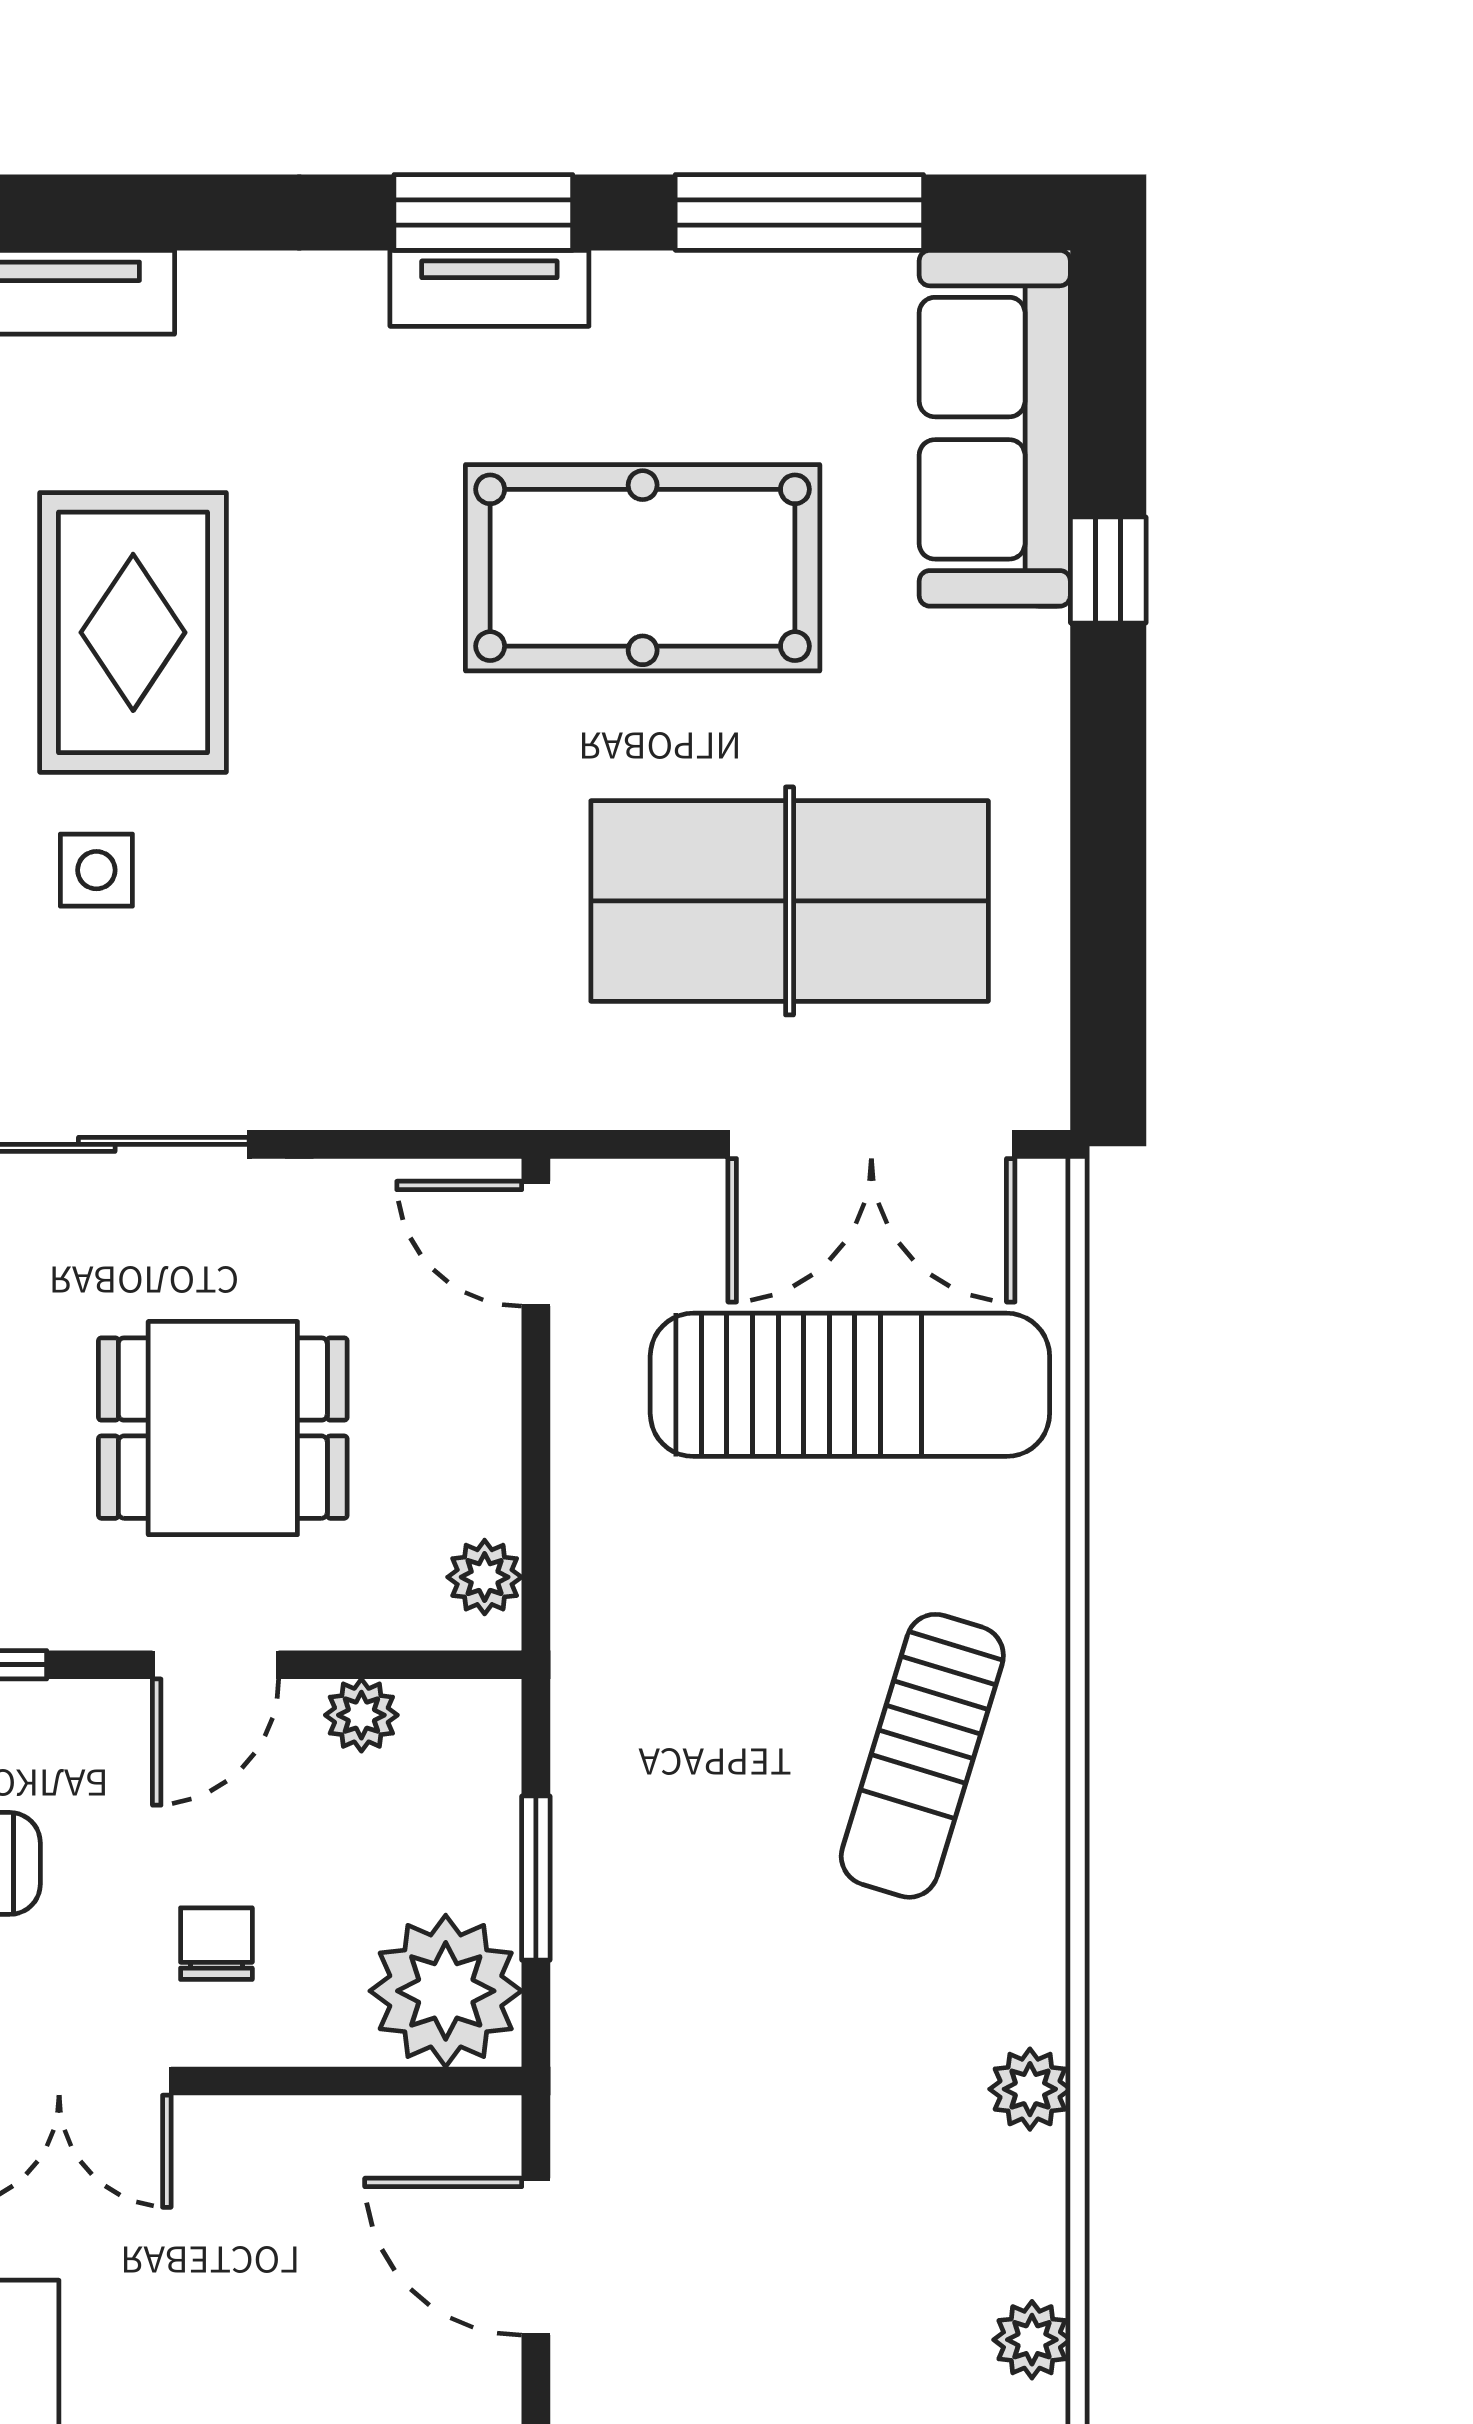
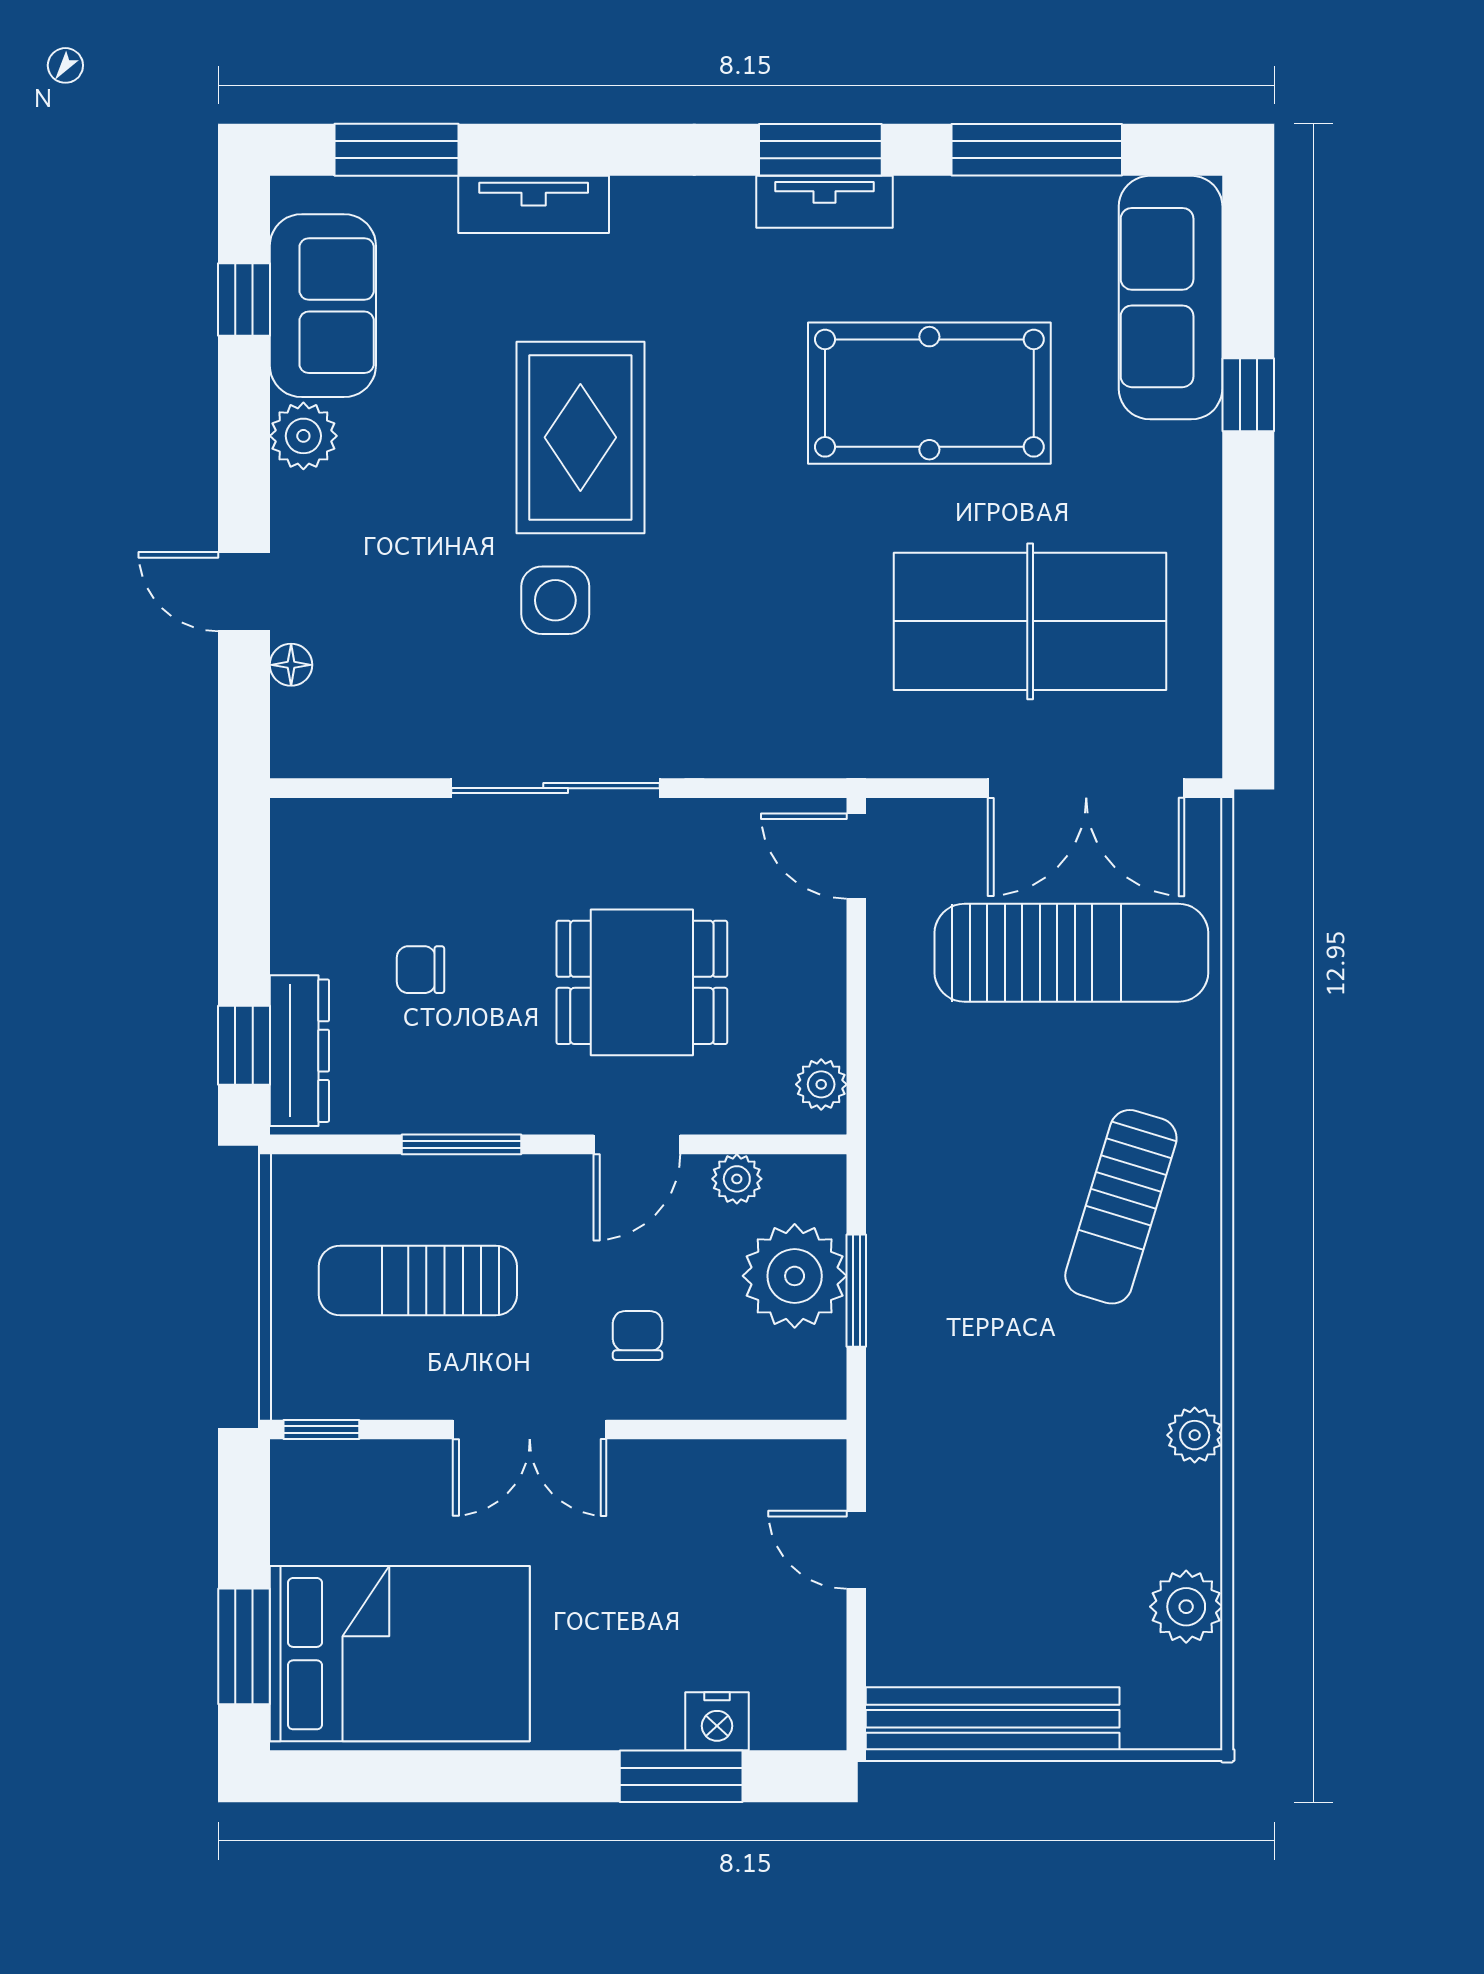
side table: (96, 870) -> (555, 600), width x1.37, depth x1.37
plant: (446, 1991) -> (795, 1276), moved
door: (536, 2257) -> (856, 1550), width x0.73
plant: (1032, 2340) -> (1186, 1607), width x1.38, depth x1.38

